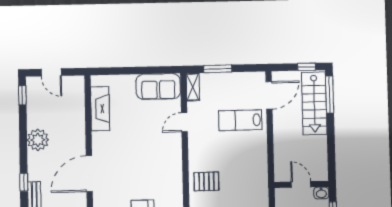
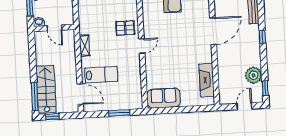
door: (51, 72) -> (244, 106), hinge flipped
shelving: (193, 87) -> (84, 46), moved
door: (269, 95) -> (80, 94), swing flipped
door: (184, 122) -> (142, 46), moved
plant: (38, 140) -> (253, 75), moved
window: (24, 182) -> (262, 37), moved

